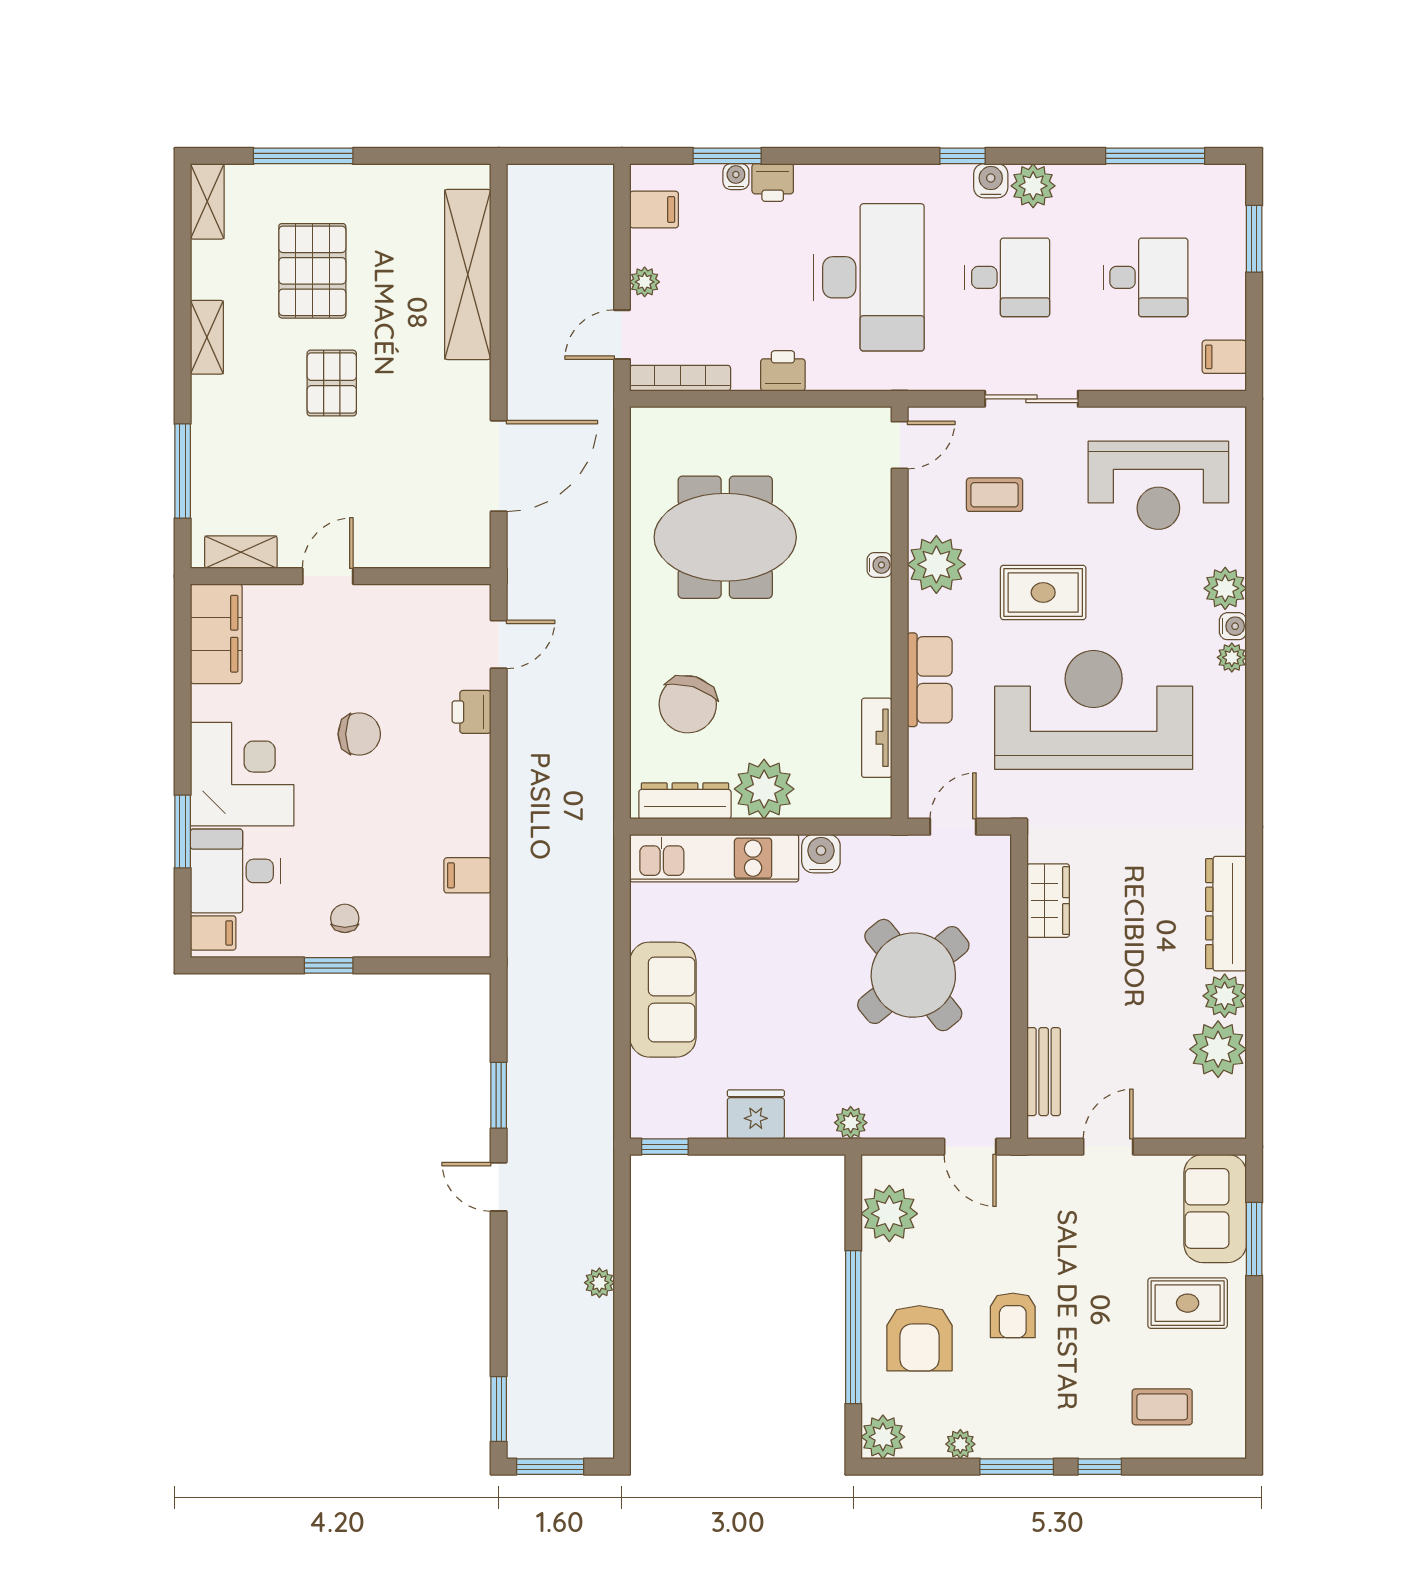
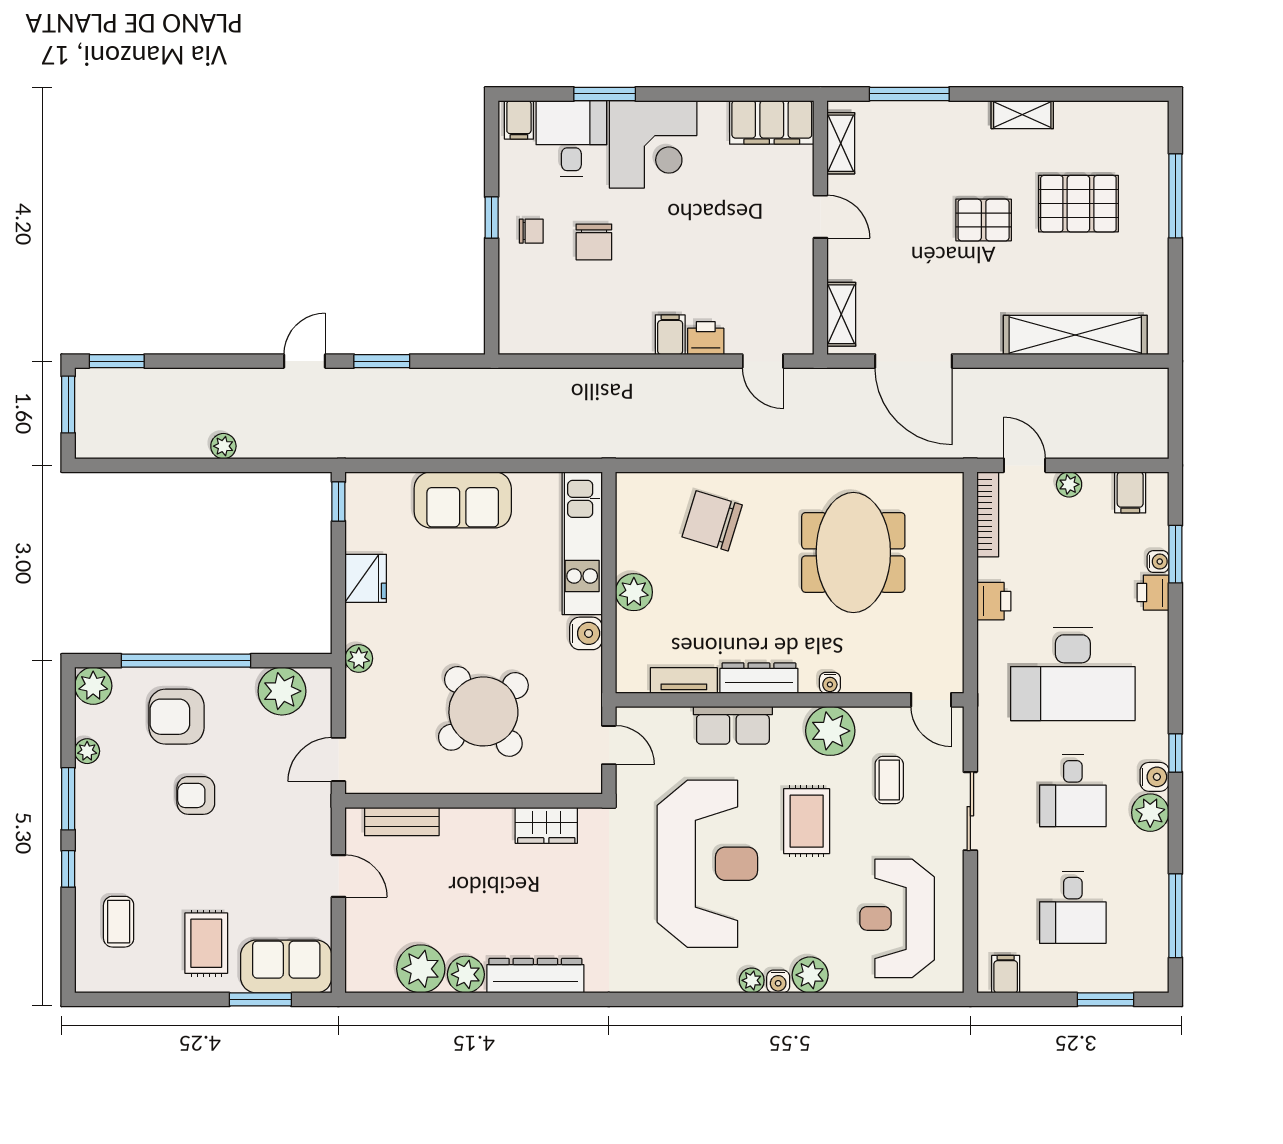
shelving: (207, 201) -> (841, 314), moved, turned 90
chair: (359, 734) -> (594, 242), moved
plant: (764, 789) -> (634, 592), width x0.73, depth x0.73
dresser: (685, 801) -> (759, 678), moved, turned -90
filing cabinet: (467, 875) -> (670, 335), moved

